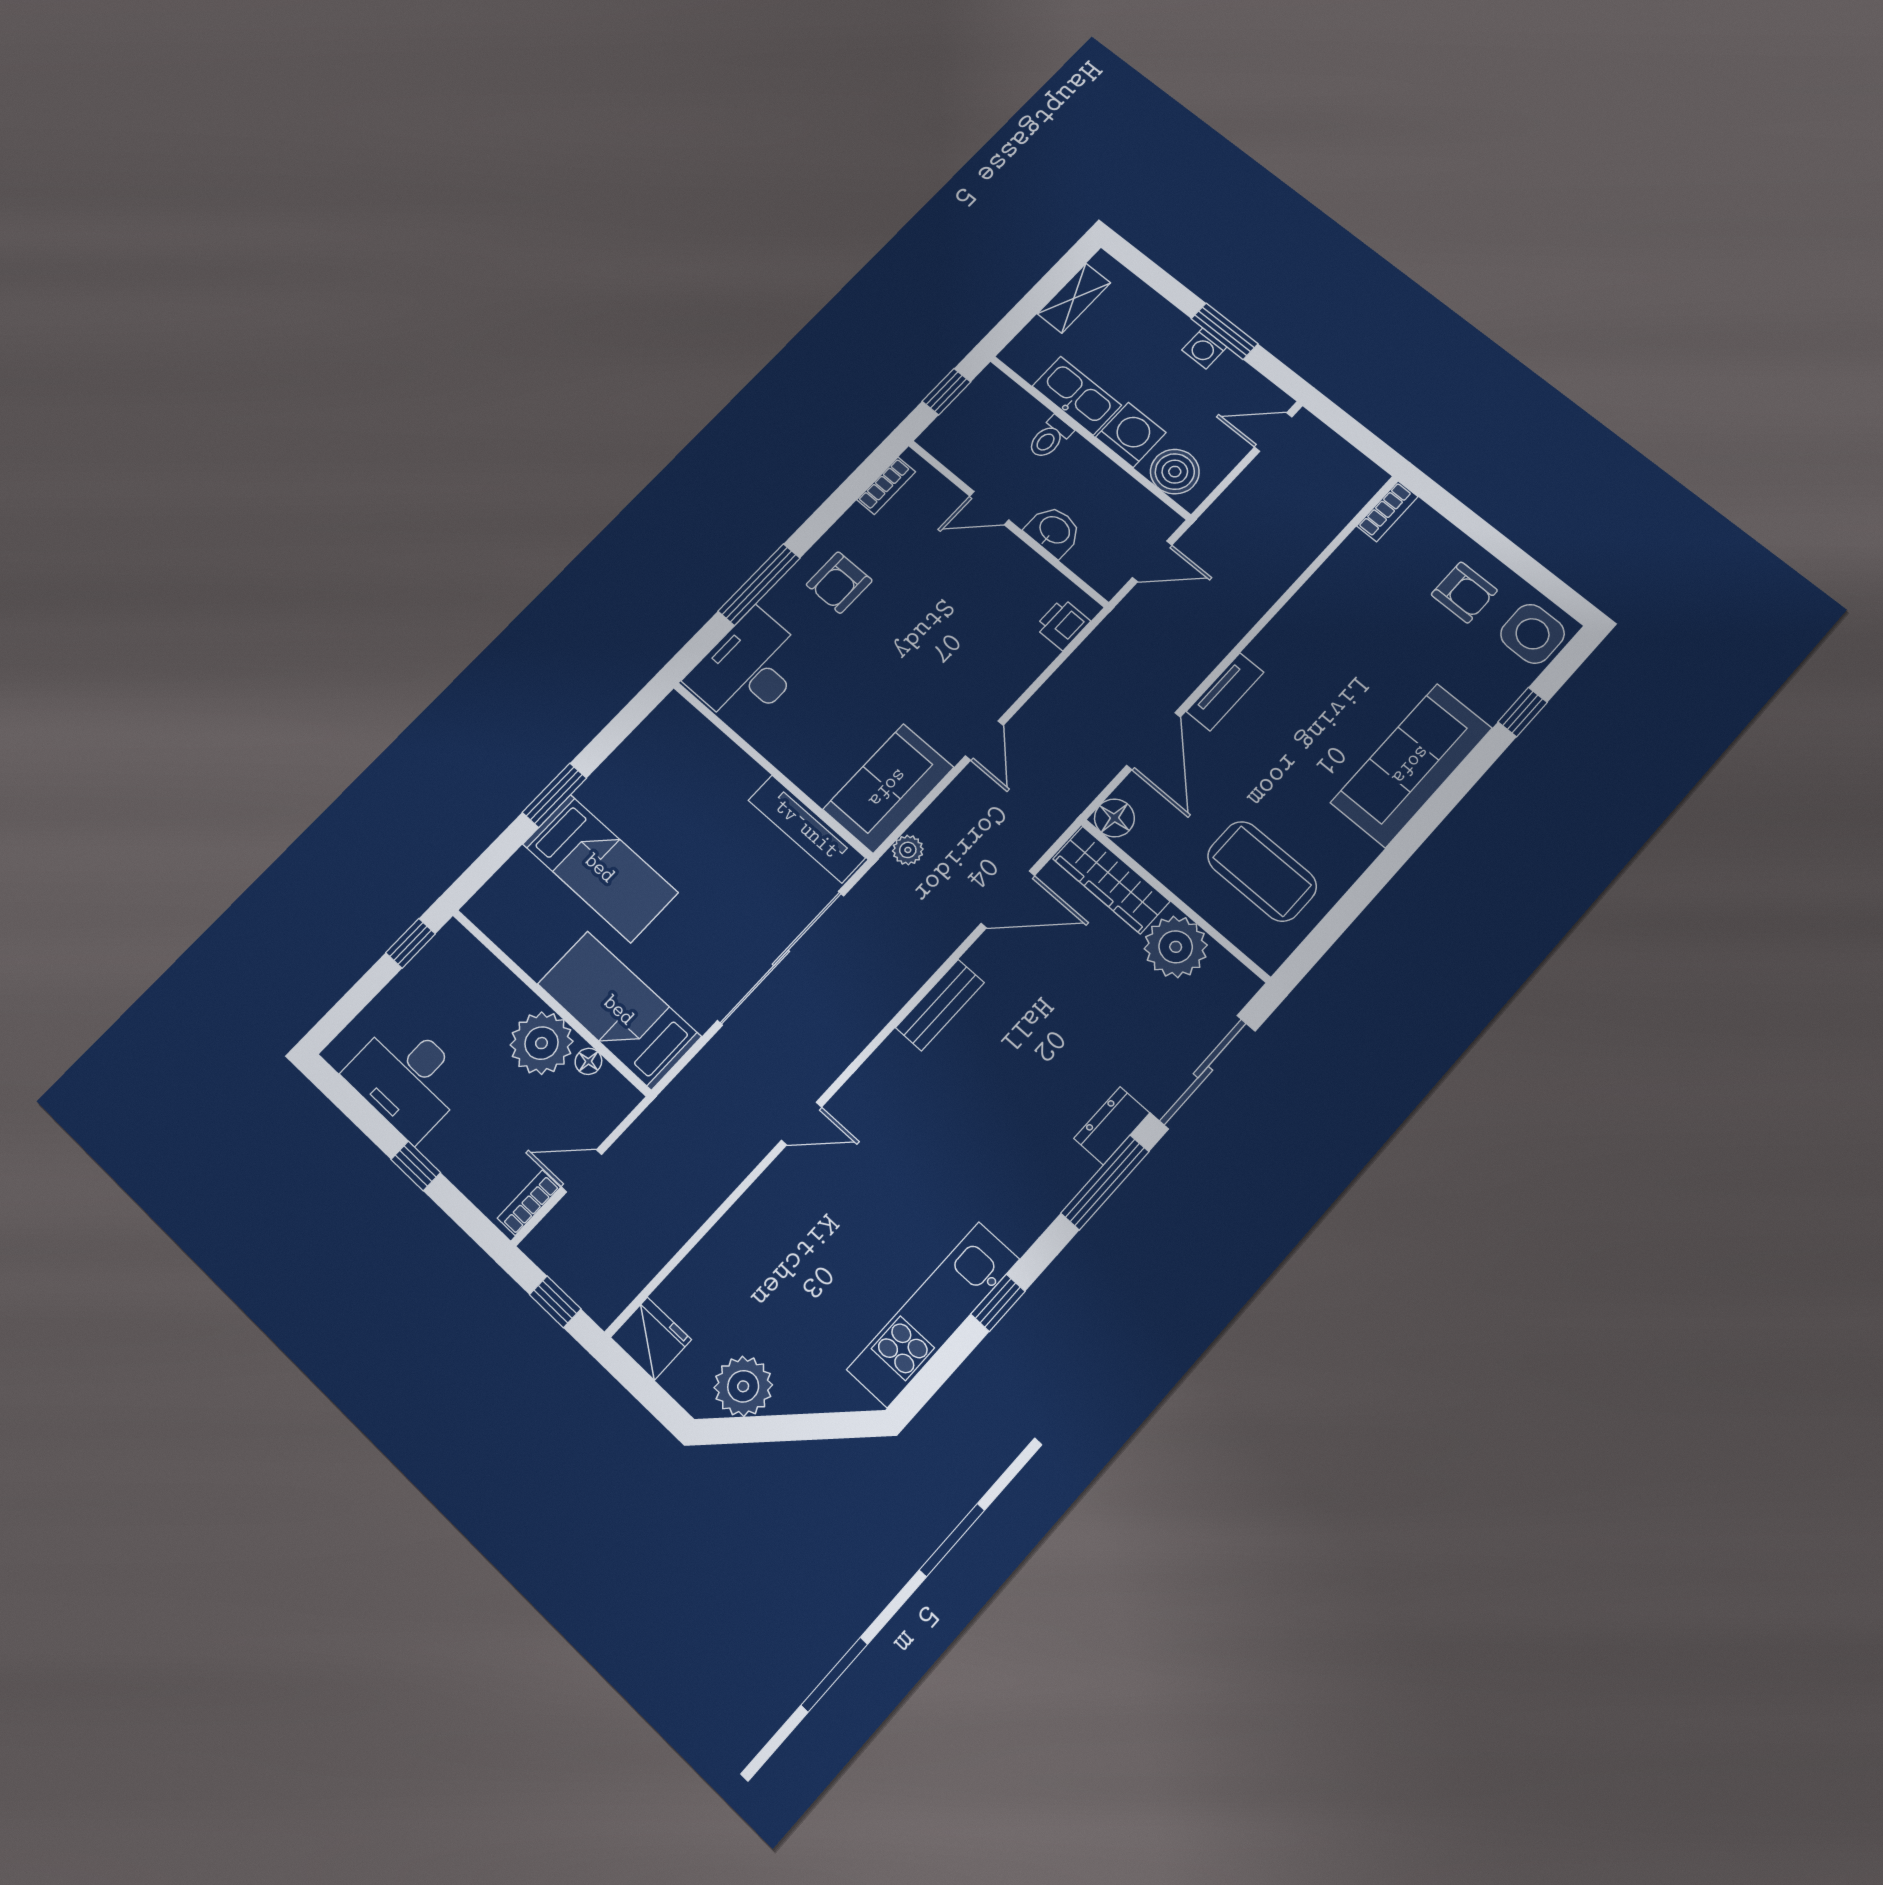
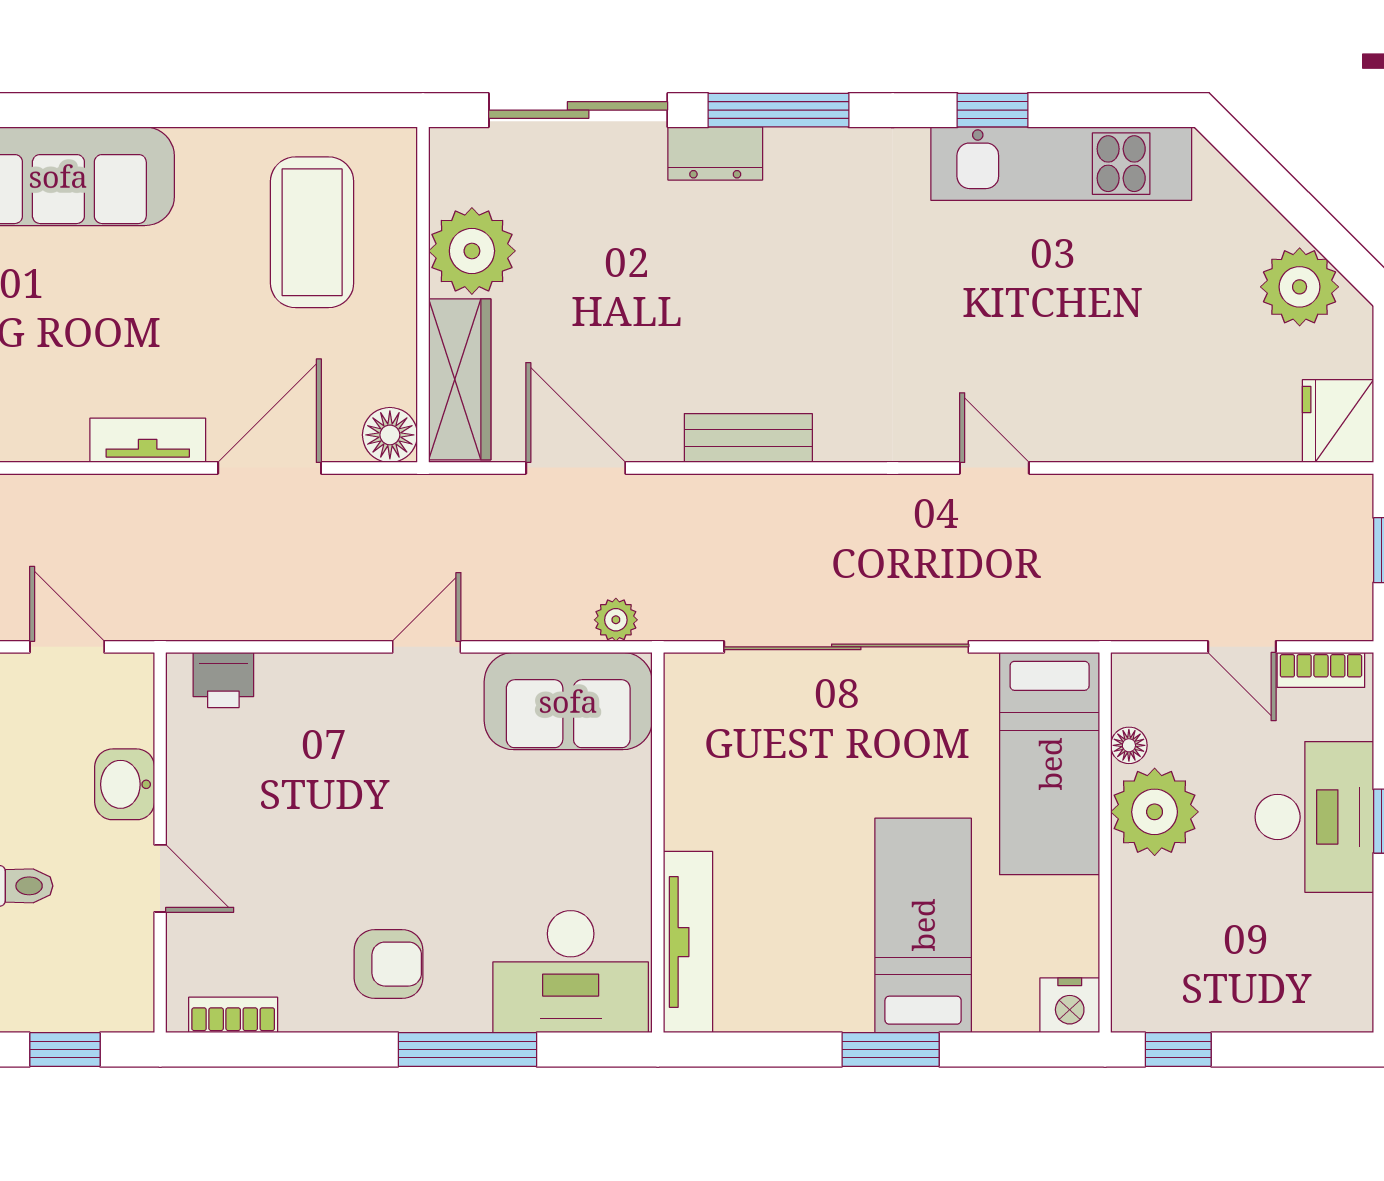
tv unit: (807, 829) -> (688, 942), moved
nightstand: (487, 907) -> (1070, 1005), added
desk: (407, 1078) -> (1314, 817), moved

